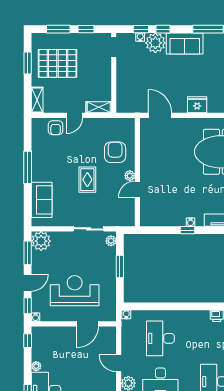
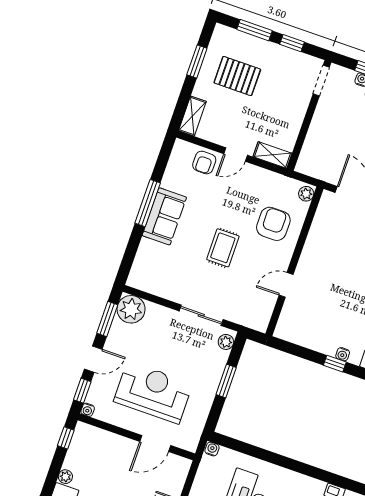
pallet: (57, 63) -> (237, 76), width x0.73, depth x0.71
plant: (130, 176) -> (306, 194), moved
sofa: (42, 200) -> (164, 216), moved

